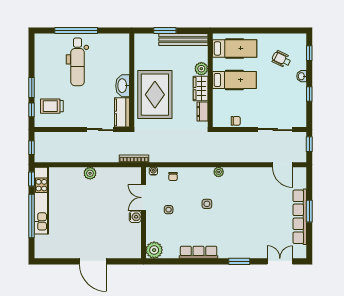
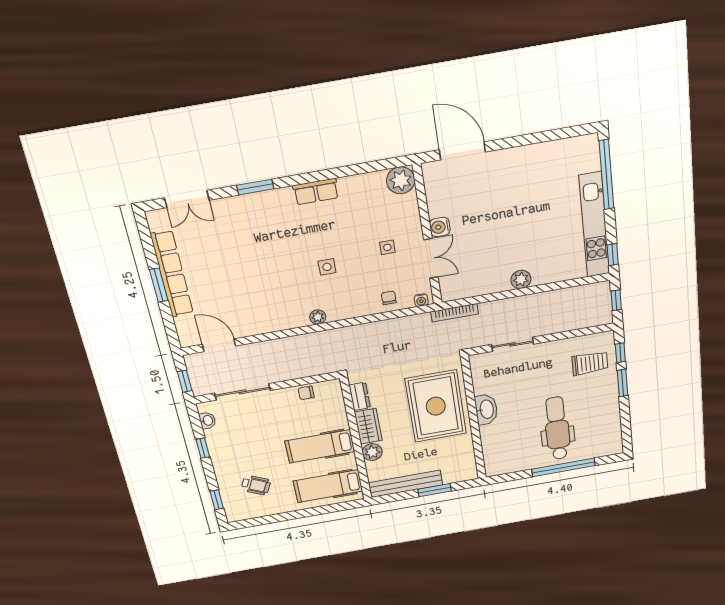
washbasin: (302, 76) -> (207, 420), moved
kitchen counter: (122, 112) -> (482, 374), removed
window: (32, 216) -> (607, 175), moved
row of seats: (199, 252) -> (316, 192), width x0.68
door: (93, 261) -> (462, 151), moved

